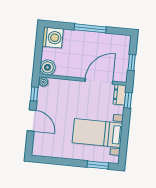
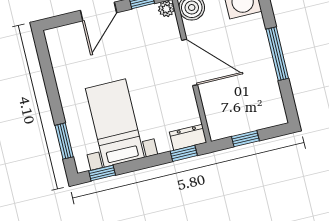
door: (99, 81) -> (190, 62), moved
window: (123, 150) -> (102, 173), added

